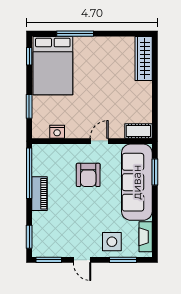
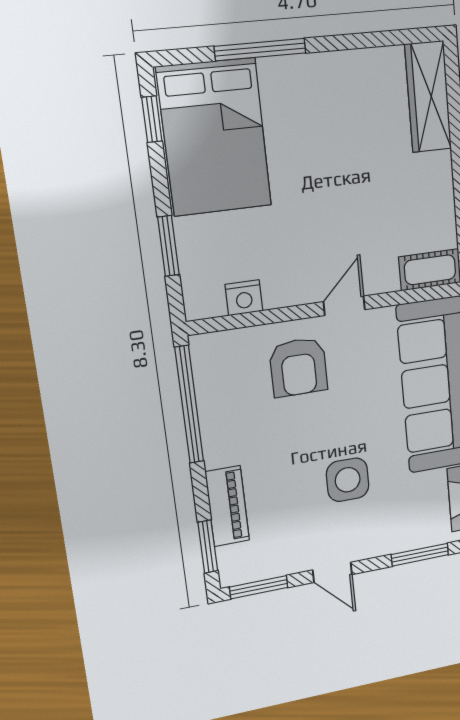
armchair: (88, 175) -> (298, 367), moved
piano: (40, 194) -> (227, 506), moved
side table: (112, 242) -> (348, 480), moved

